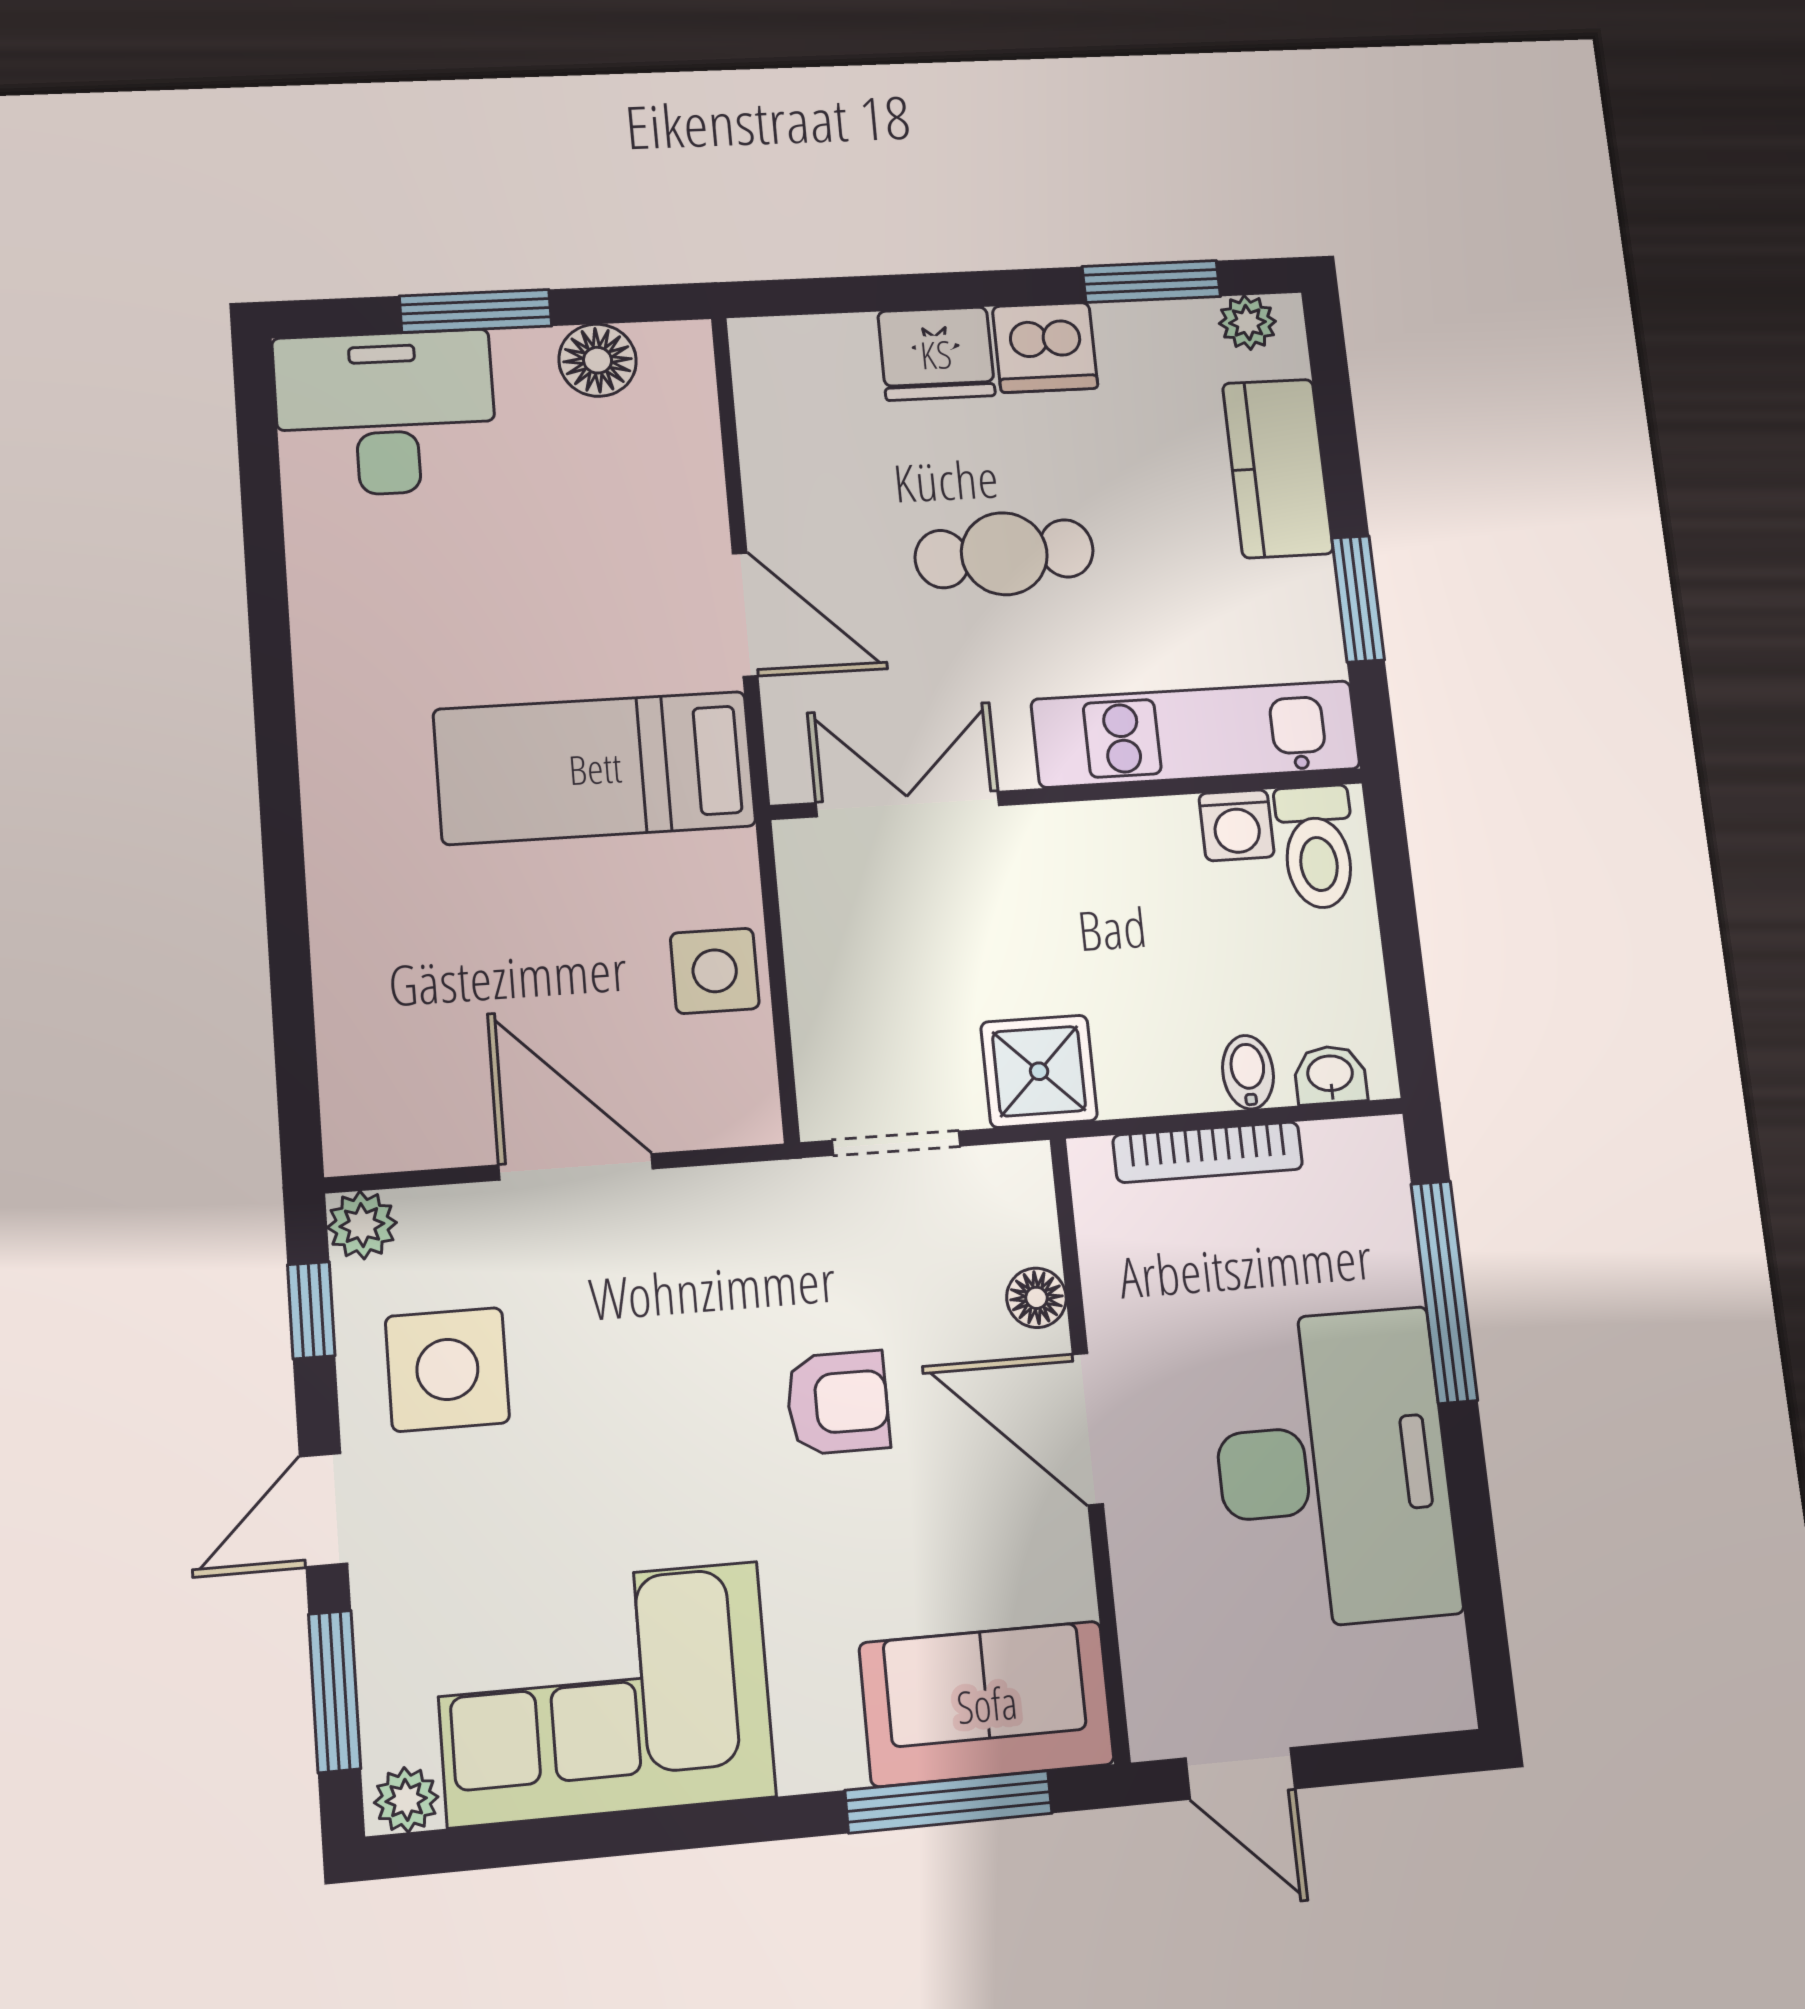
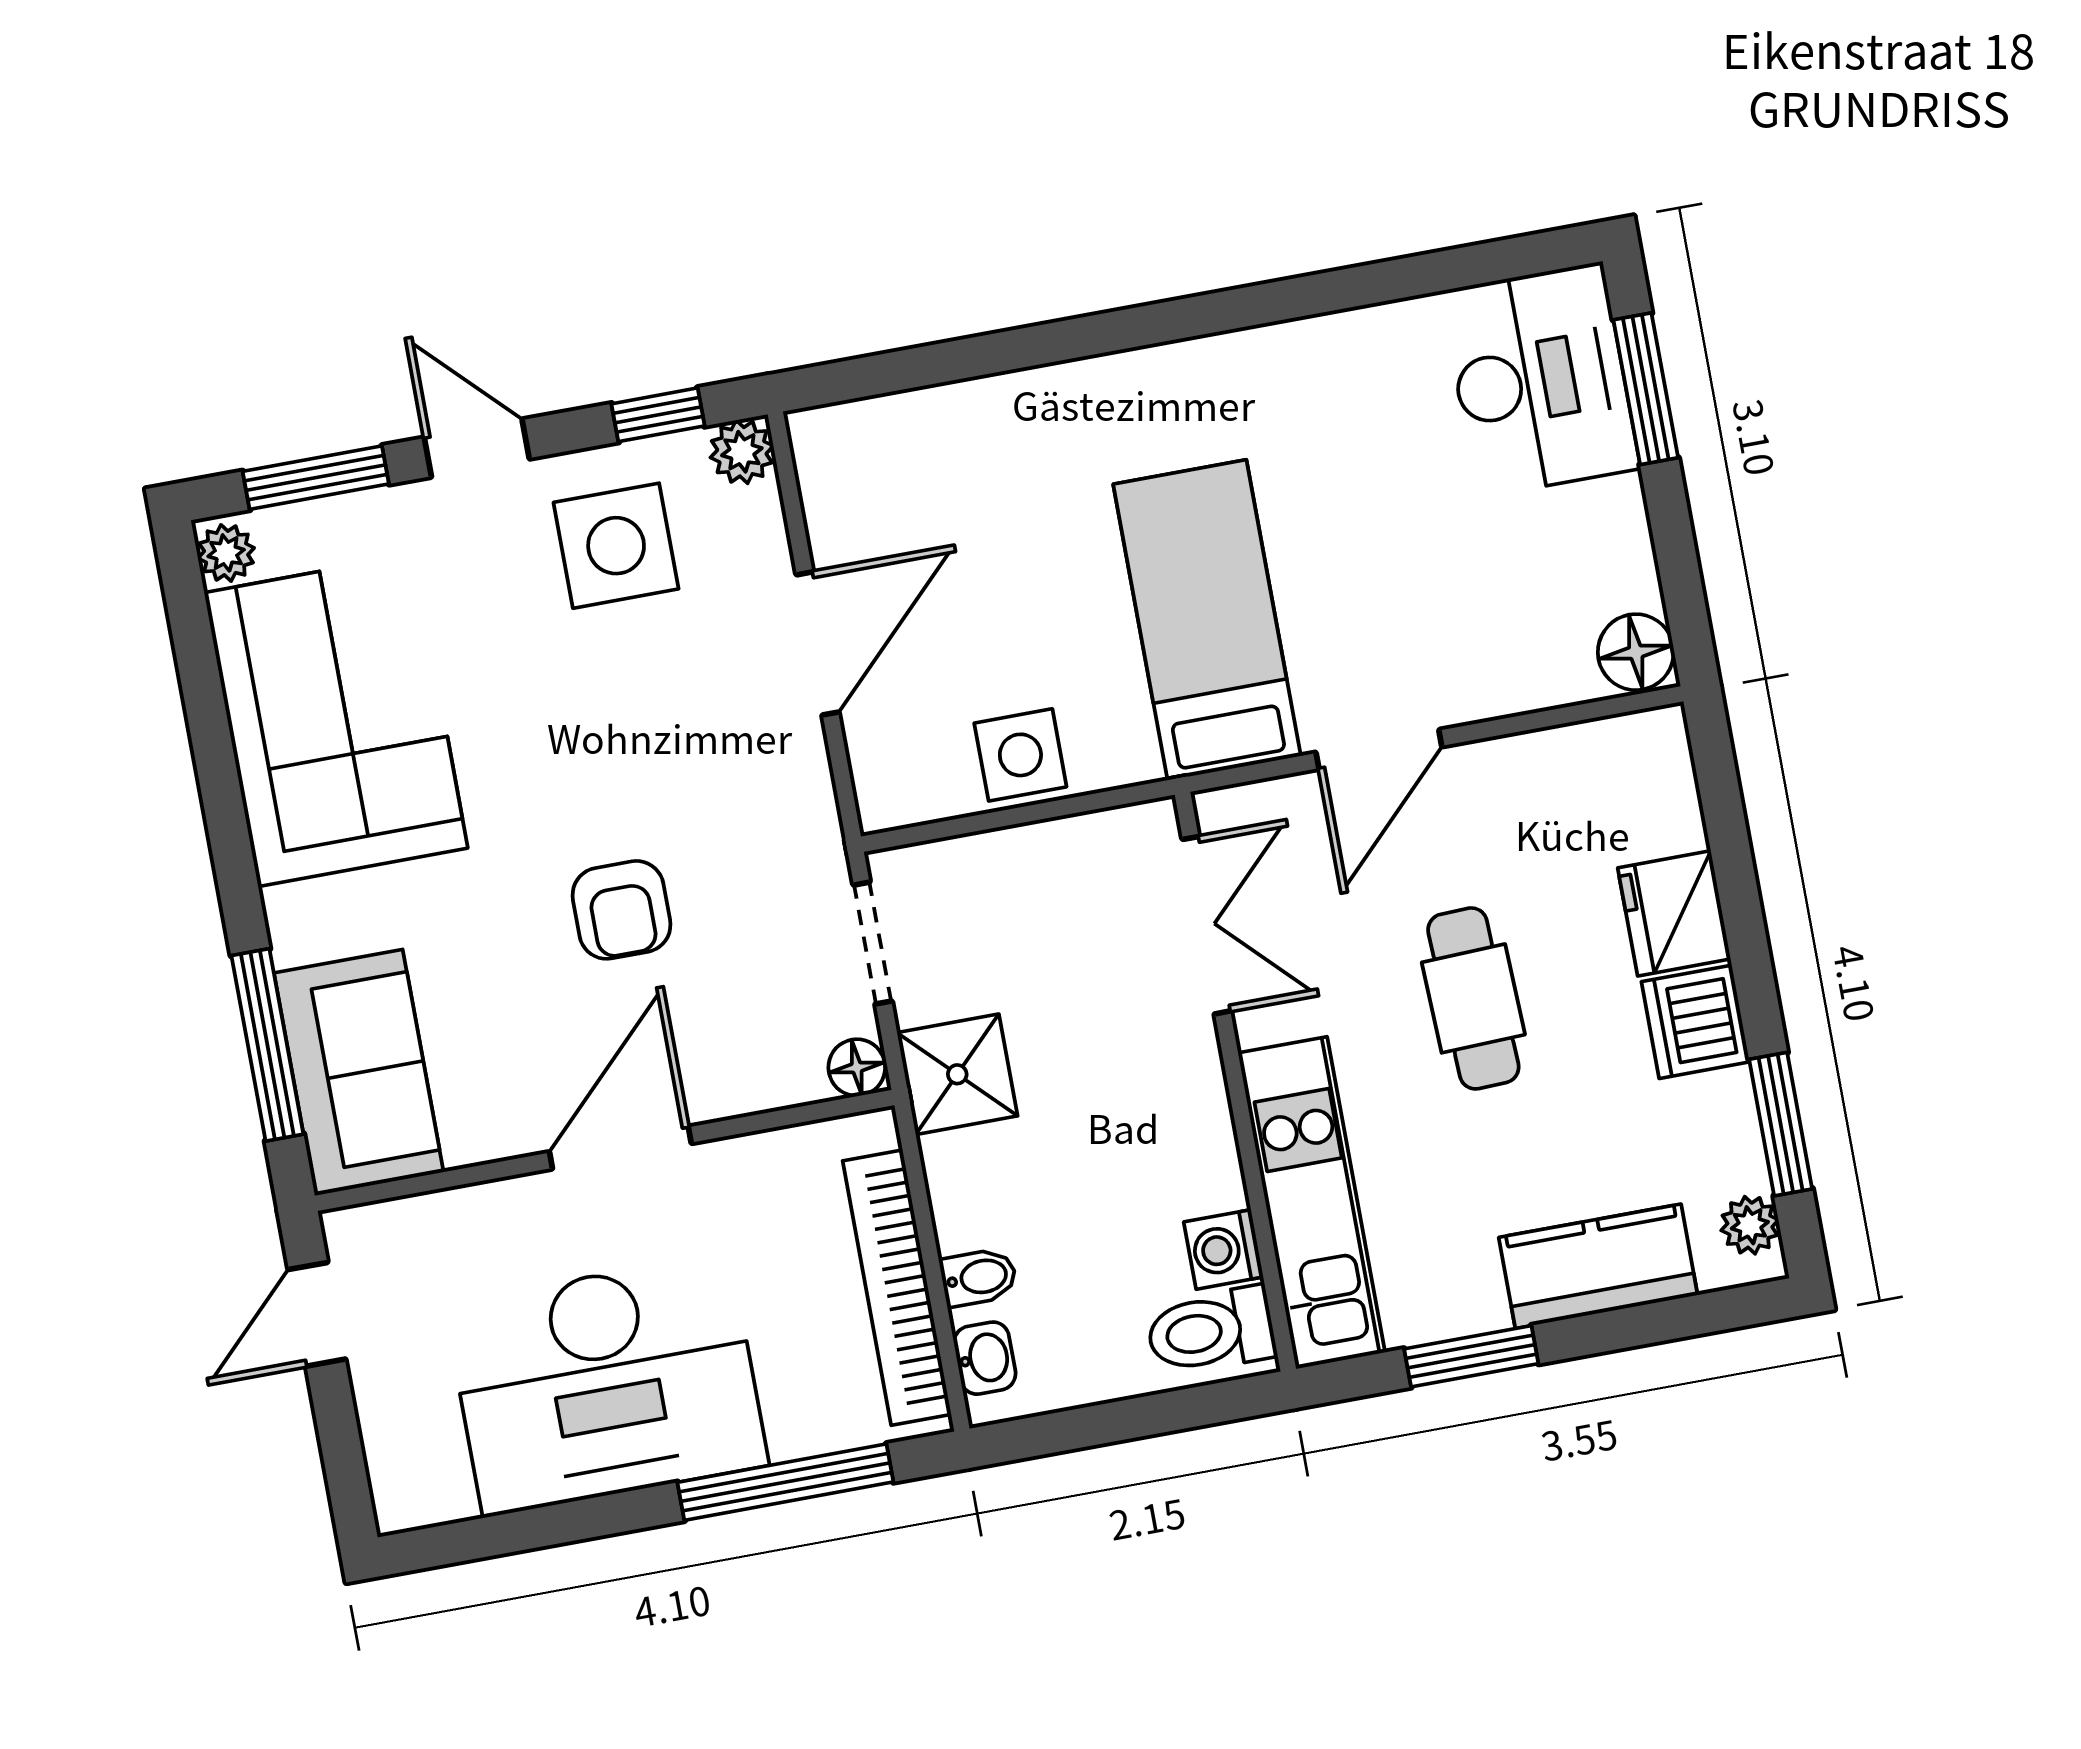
window: (476, 311) -> (1646, 389), moved
floor lamp: (598, 360) -> (1636, 652), moved
bookcase: (1208, 1152) -> (897, 1288), width x1.48, depth x1.31
floor lamp: (1036, 1298) -> (857, 1068), moved

